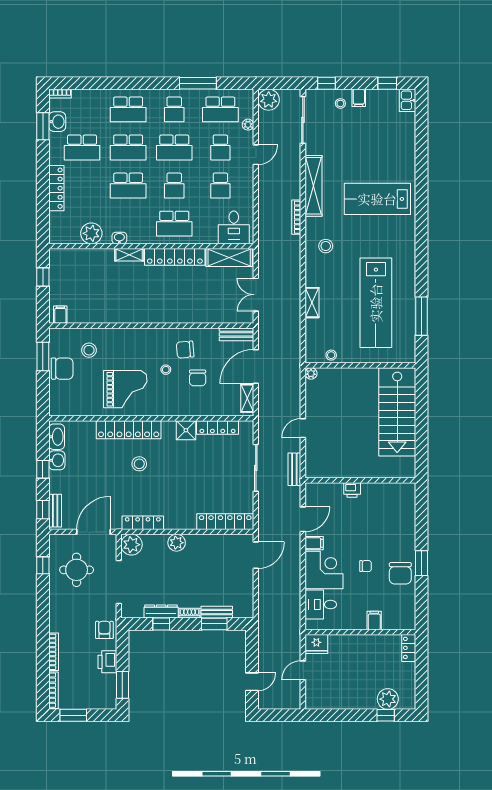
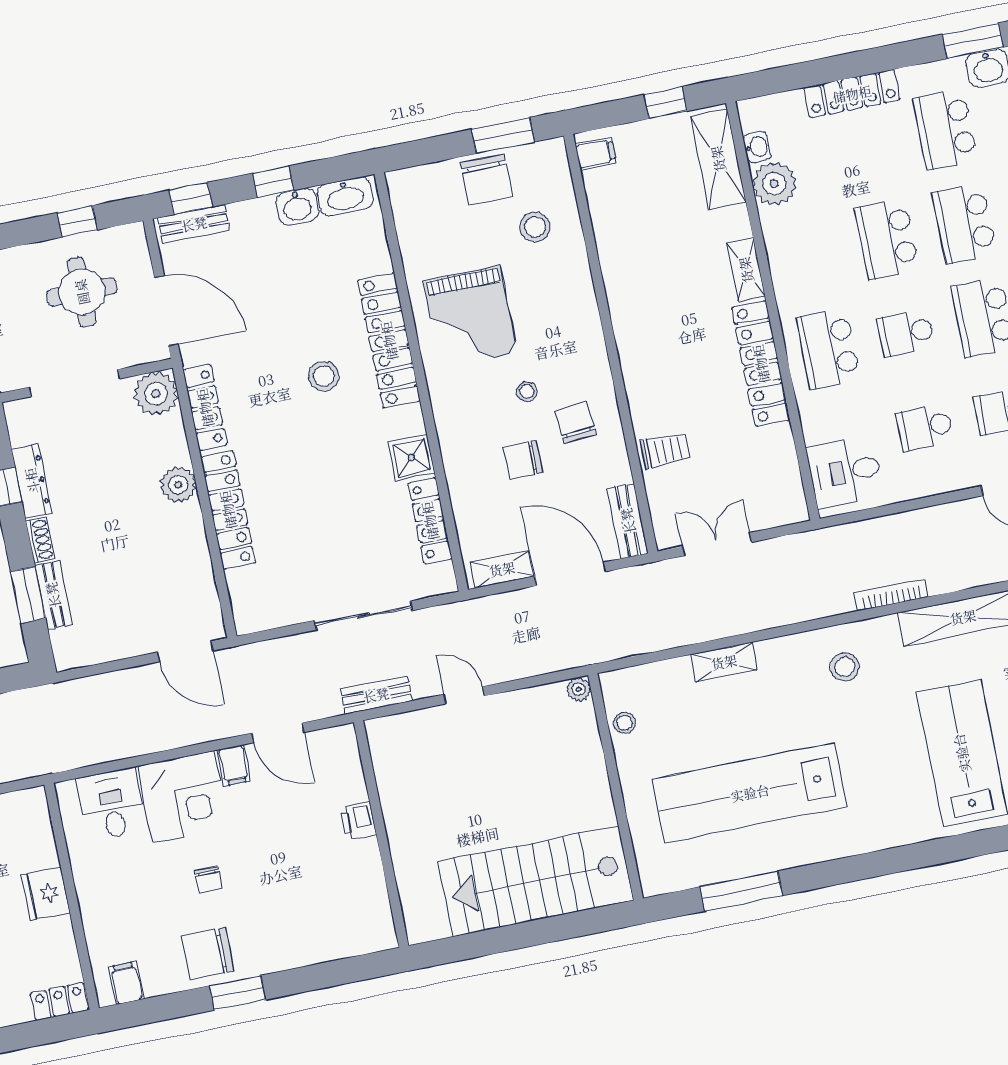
washbasin: (119, 238) -> (757, 147), moved
shelving: (229, 257) -> (718, 159), moved
trolley: (207, 310) -> (665, 451), added
locker: (225, 522) -> (228, 510), moved
filing cabinet: (374, 621) -> (126, 983), moved, turned -90
fridge: (316, 644) -> (46, 894), moved

